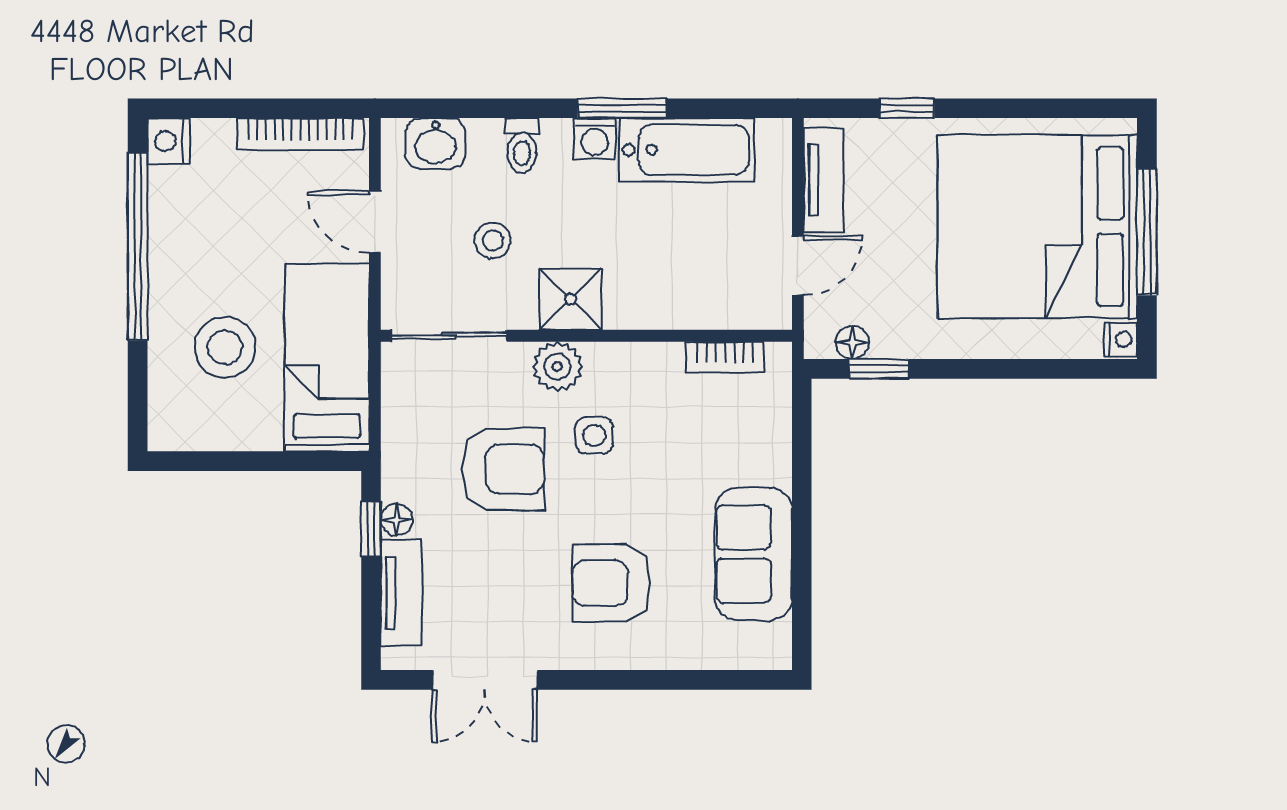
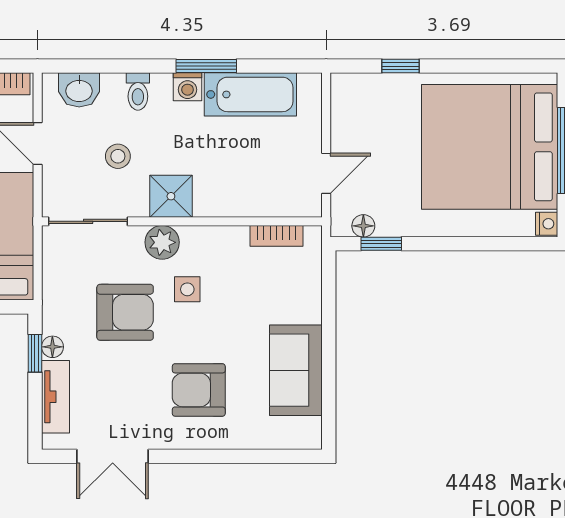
tv unit: (824, 180) -> (344, 115), removed

